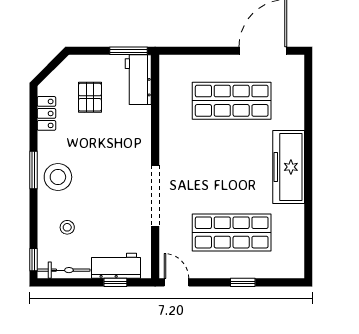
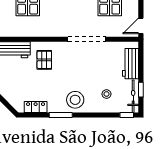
pallet: (90, 97) -> (44, 60), moved, turned 90
window: (33, 170) -> (61, 115), moved
window: (115, 282) -> (141, 90), moved

